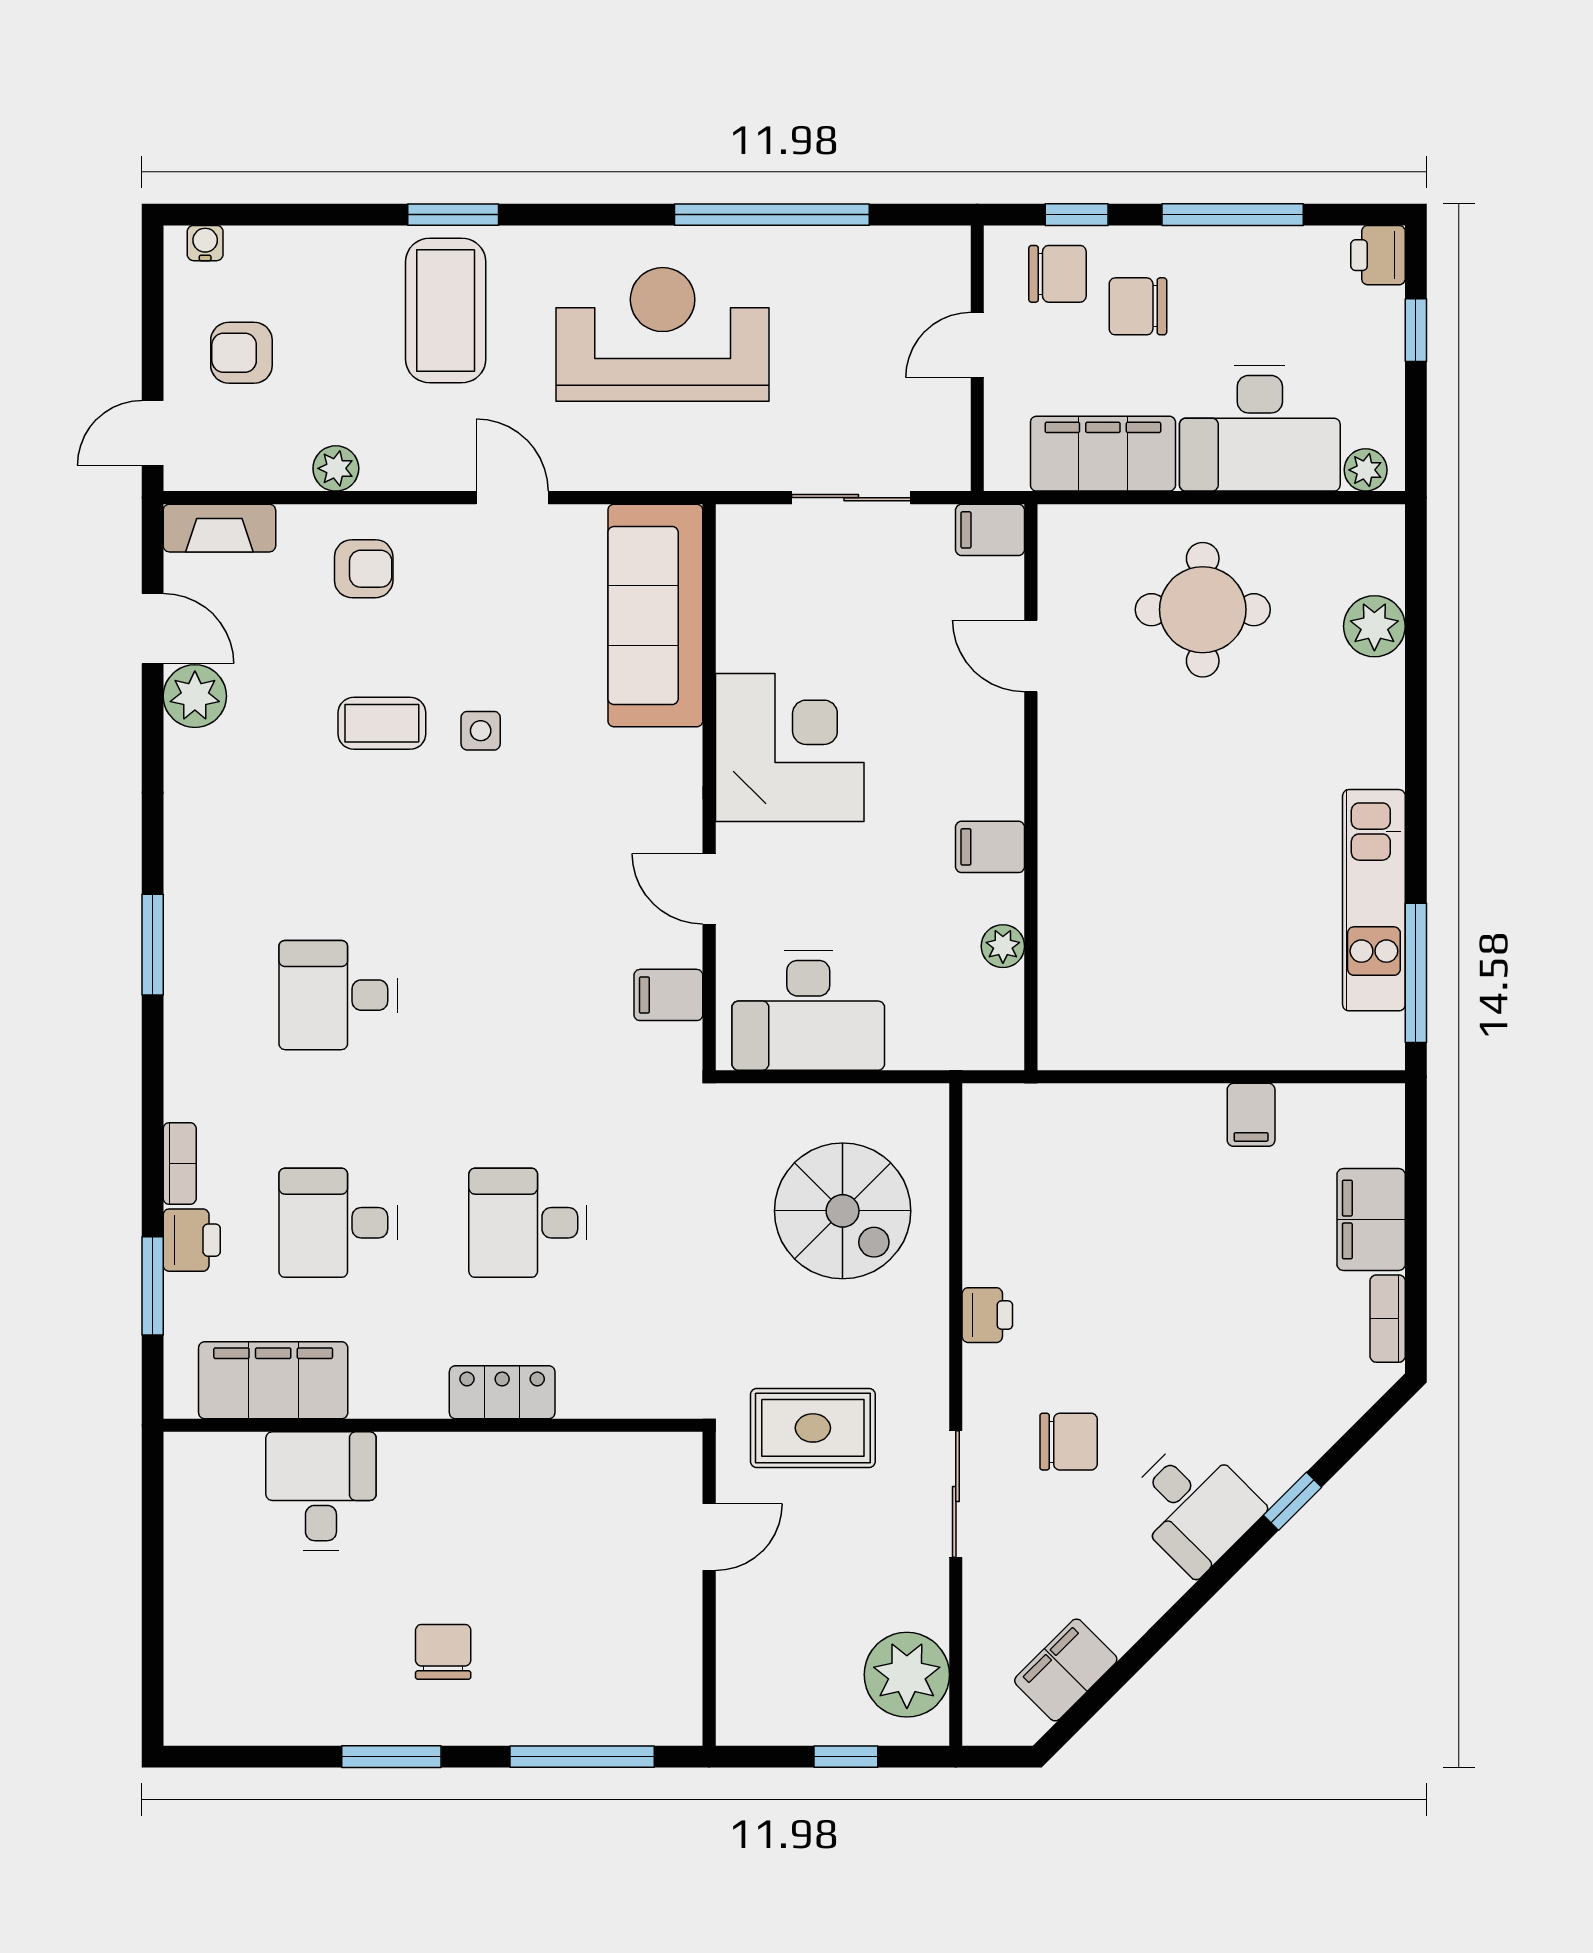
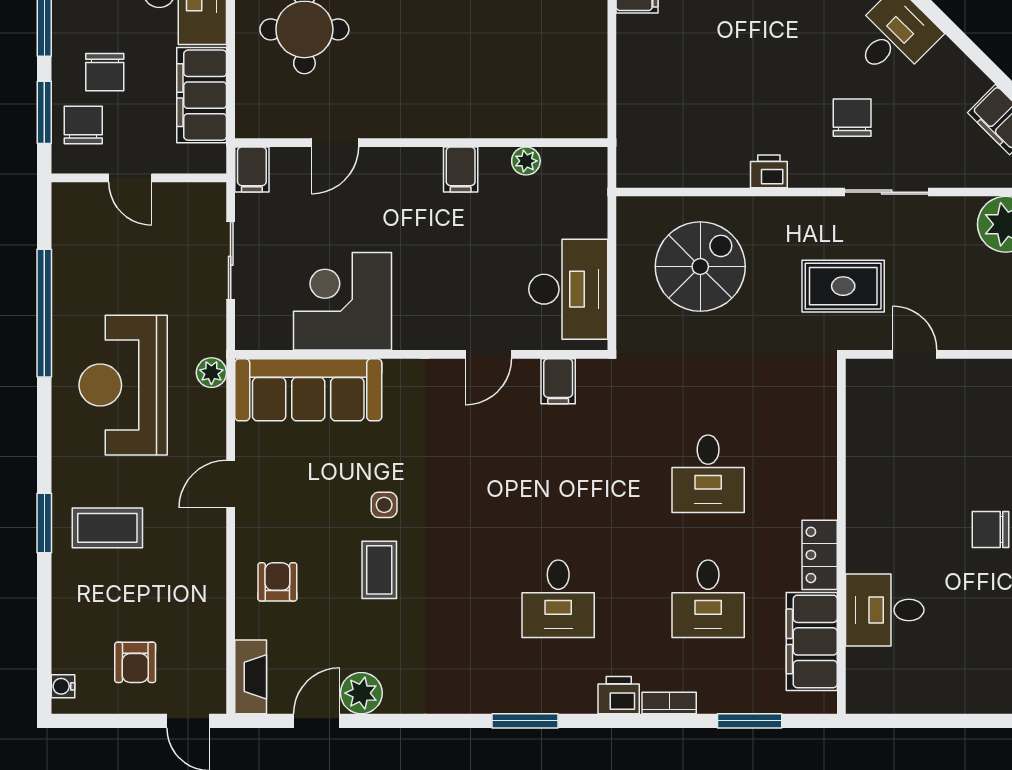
window: (1077, 215) -> (44, 112), width x1.50
coffee table: (446, 310) -> (107, 528), width x0.73, depth x0.76
plant: (336, 468) -> (211, 373), moved
corner desk: (790, 748) -> (342, 301), moved
printer: (192, 1240) -> (619, 695), moved
locker: (502, 1392) -> (820, 555), moved
rug: (813, 1428) -> (843, 286), turned 90

